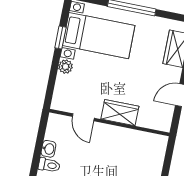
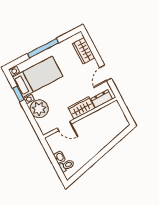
plant: (66, 67) -> (39, 109), width x1.87, depth x1.87
dresser: (152, 121) -> (102, 99), added

